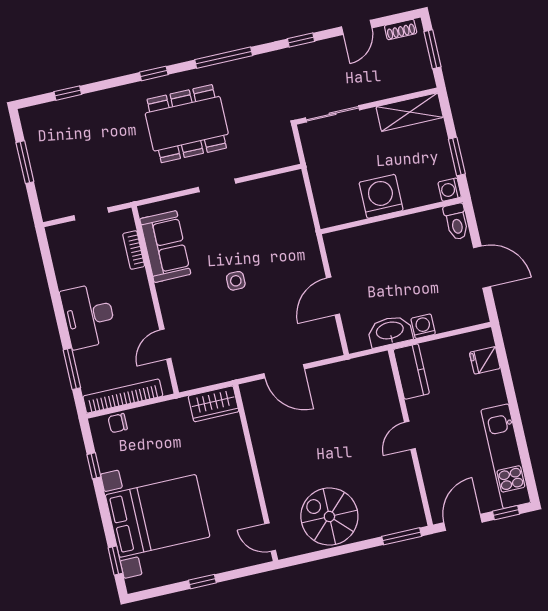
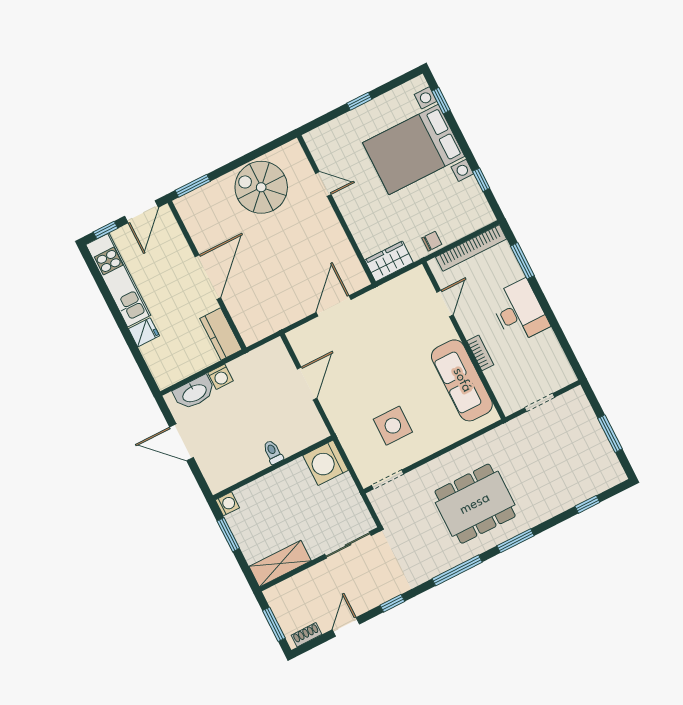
window: (154, 73) -> (516, 541), width x1.50
doorway: (217, 185) -> (388, 480), moved
washing machine: (381, 196) -> (326, 463), moved, turned 90
toilet: (456, 222) -> (273, 452), moved, width x0.73, depth x0.72
sofa: (165, 247) -> (462, 380), width x1.36
bookcase: (134, 250) -> (480, 353), moved
side table: (236, 281) -> (393, 426), moved, width x1.87, depth x1.87
washbasin: (390, 331) -> (194, 393), moved
fridge: (485, 360) -> (144, 332), moved
door: (284, 371) -> (333, 306), hinge flipped
chair: (118, 423) -> (432, 241), moved
door: (410, 435) -> (208, 277), width x1.87
spiral stairs: (329, 516) -> (261, 187), turned 180
door: (270, 537) -> (323, 184), moved

